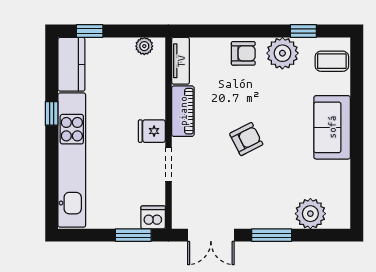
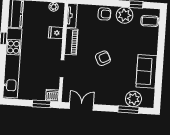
sofa: (332, 127) -> (147, 71), moved
fridge: (152, 131) -> (56, 33), moved
double door: (211, 235) -> (81, 107), swing flipped
window: (272, 235) -> (128, 110), moved

